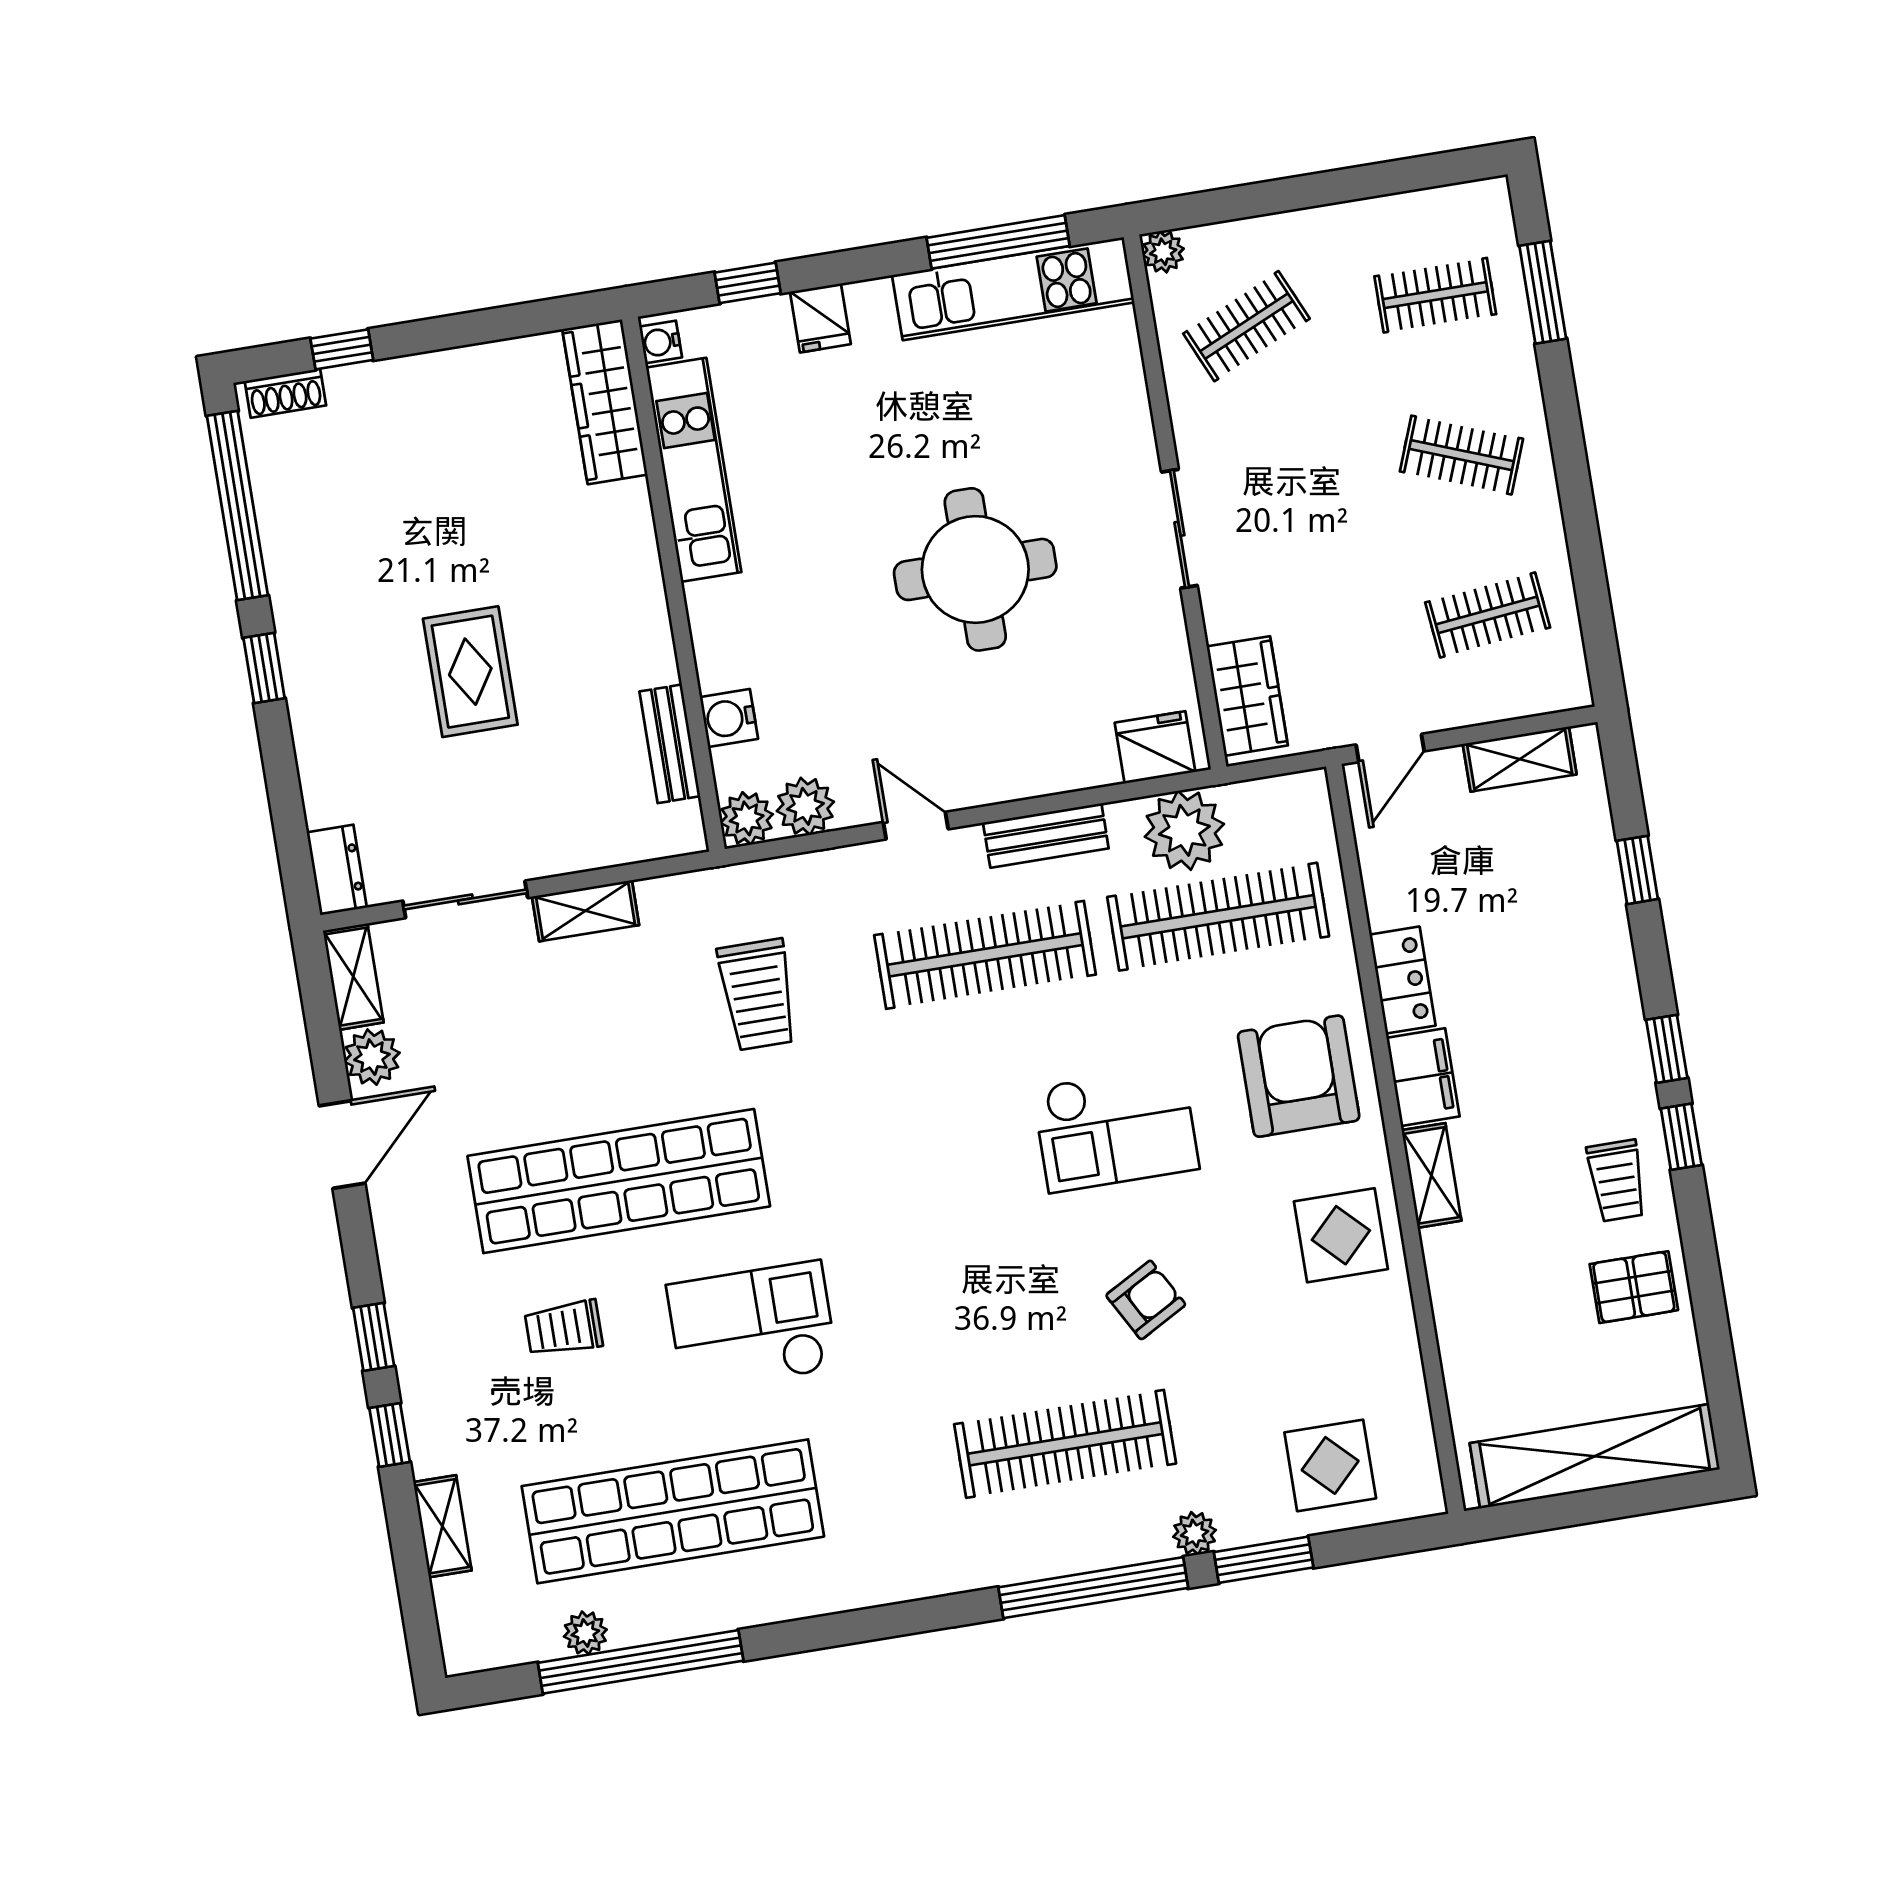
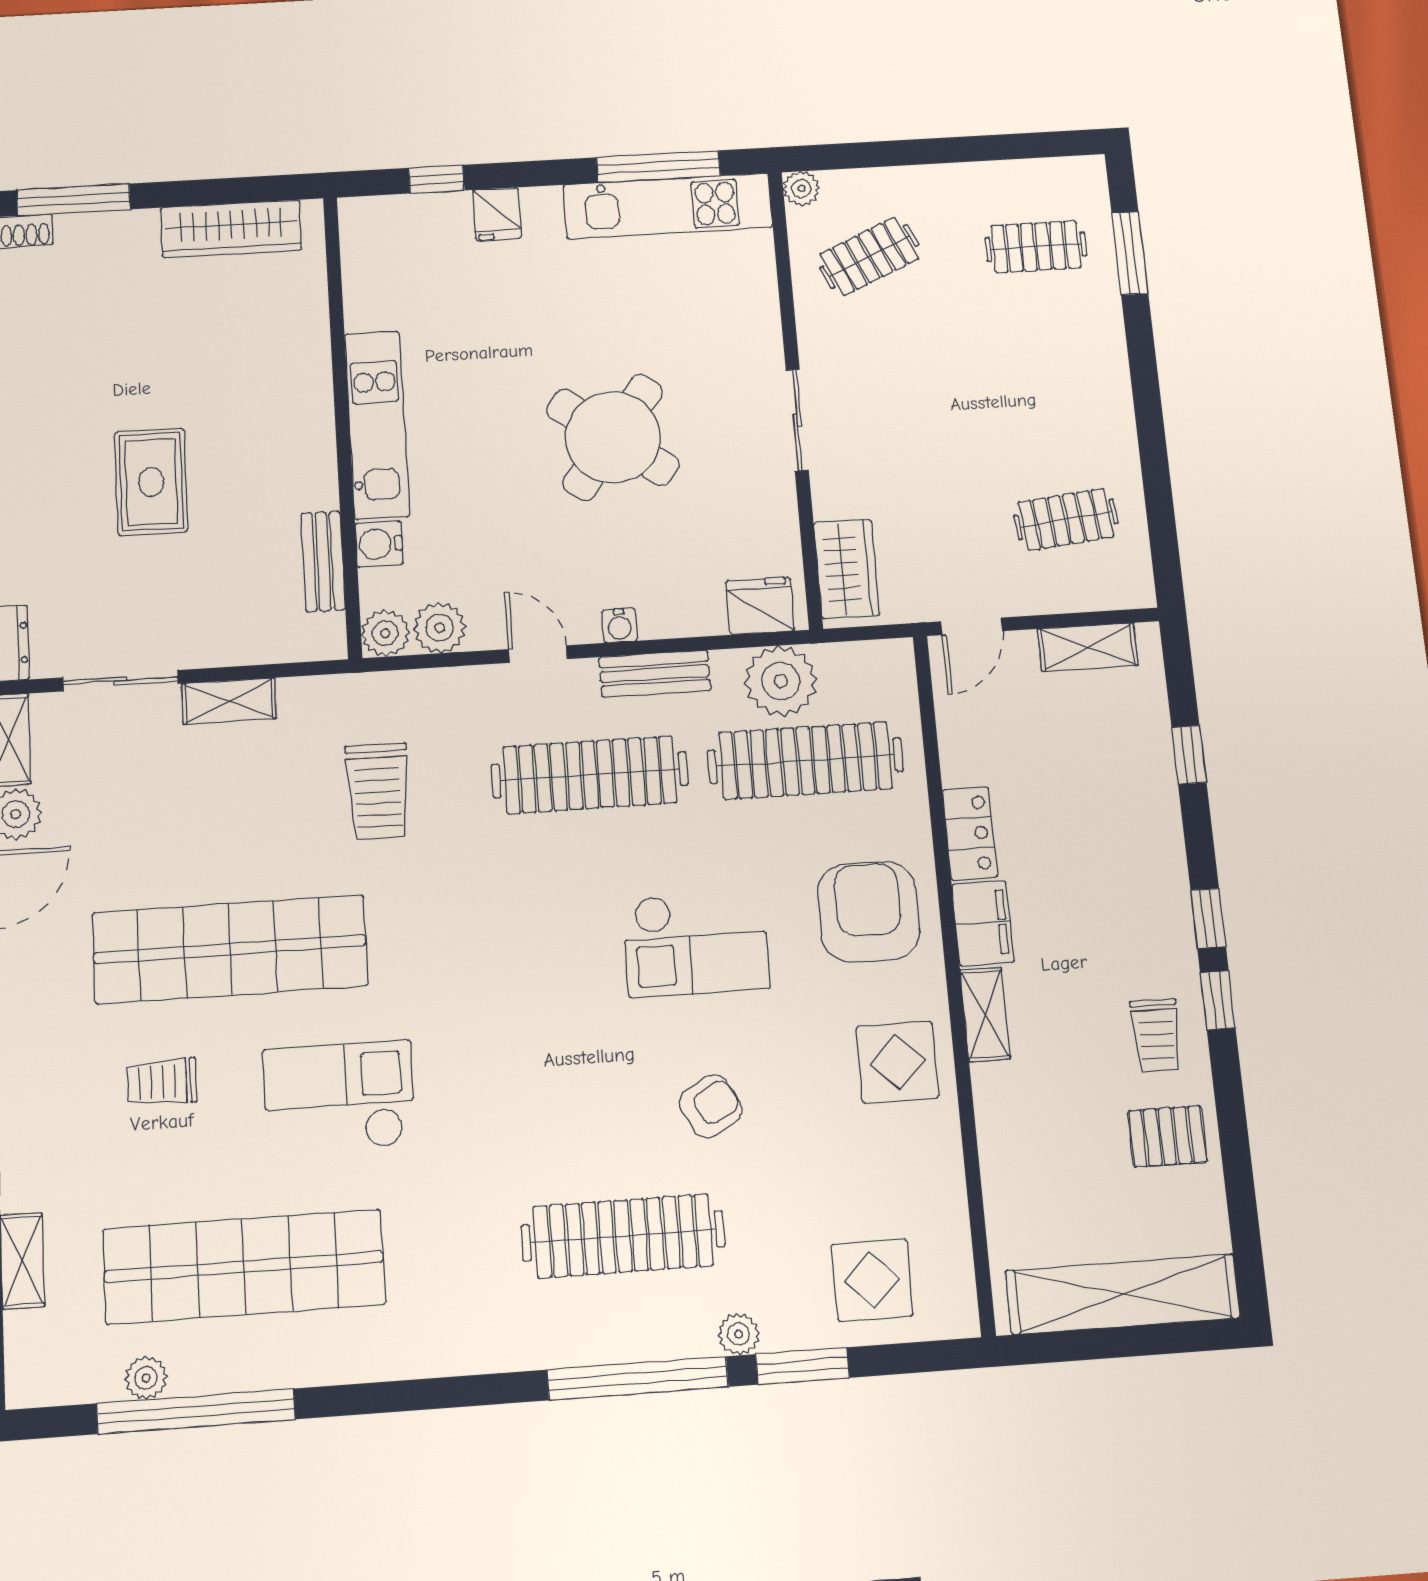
water cooler: (661, 342) -> (620, 625), moved, turned -90
window: (342, 349) -> (74, 200), width x2.17
wardrobe: (605, 402) -> (231, 229), moved, turned -90
clothes rail: (1461, 455) -> (1051, 382), removed
kitchen unit: (694, 470) -> (377, 425), moved
round table: (975, 569) -> (613, 437), turned 37

